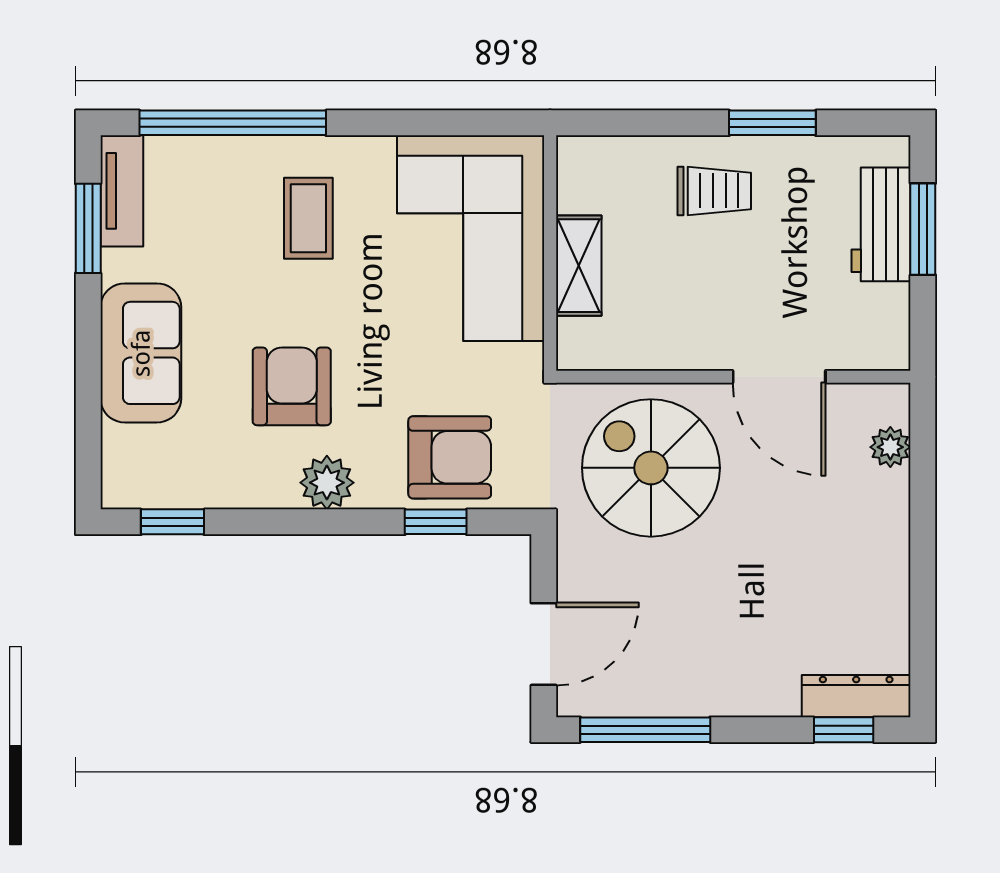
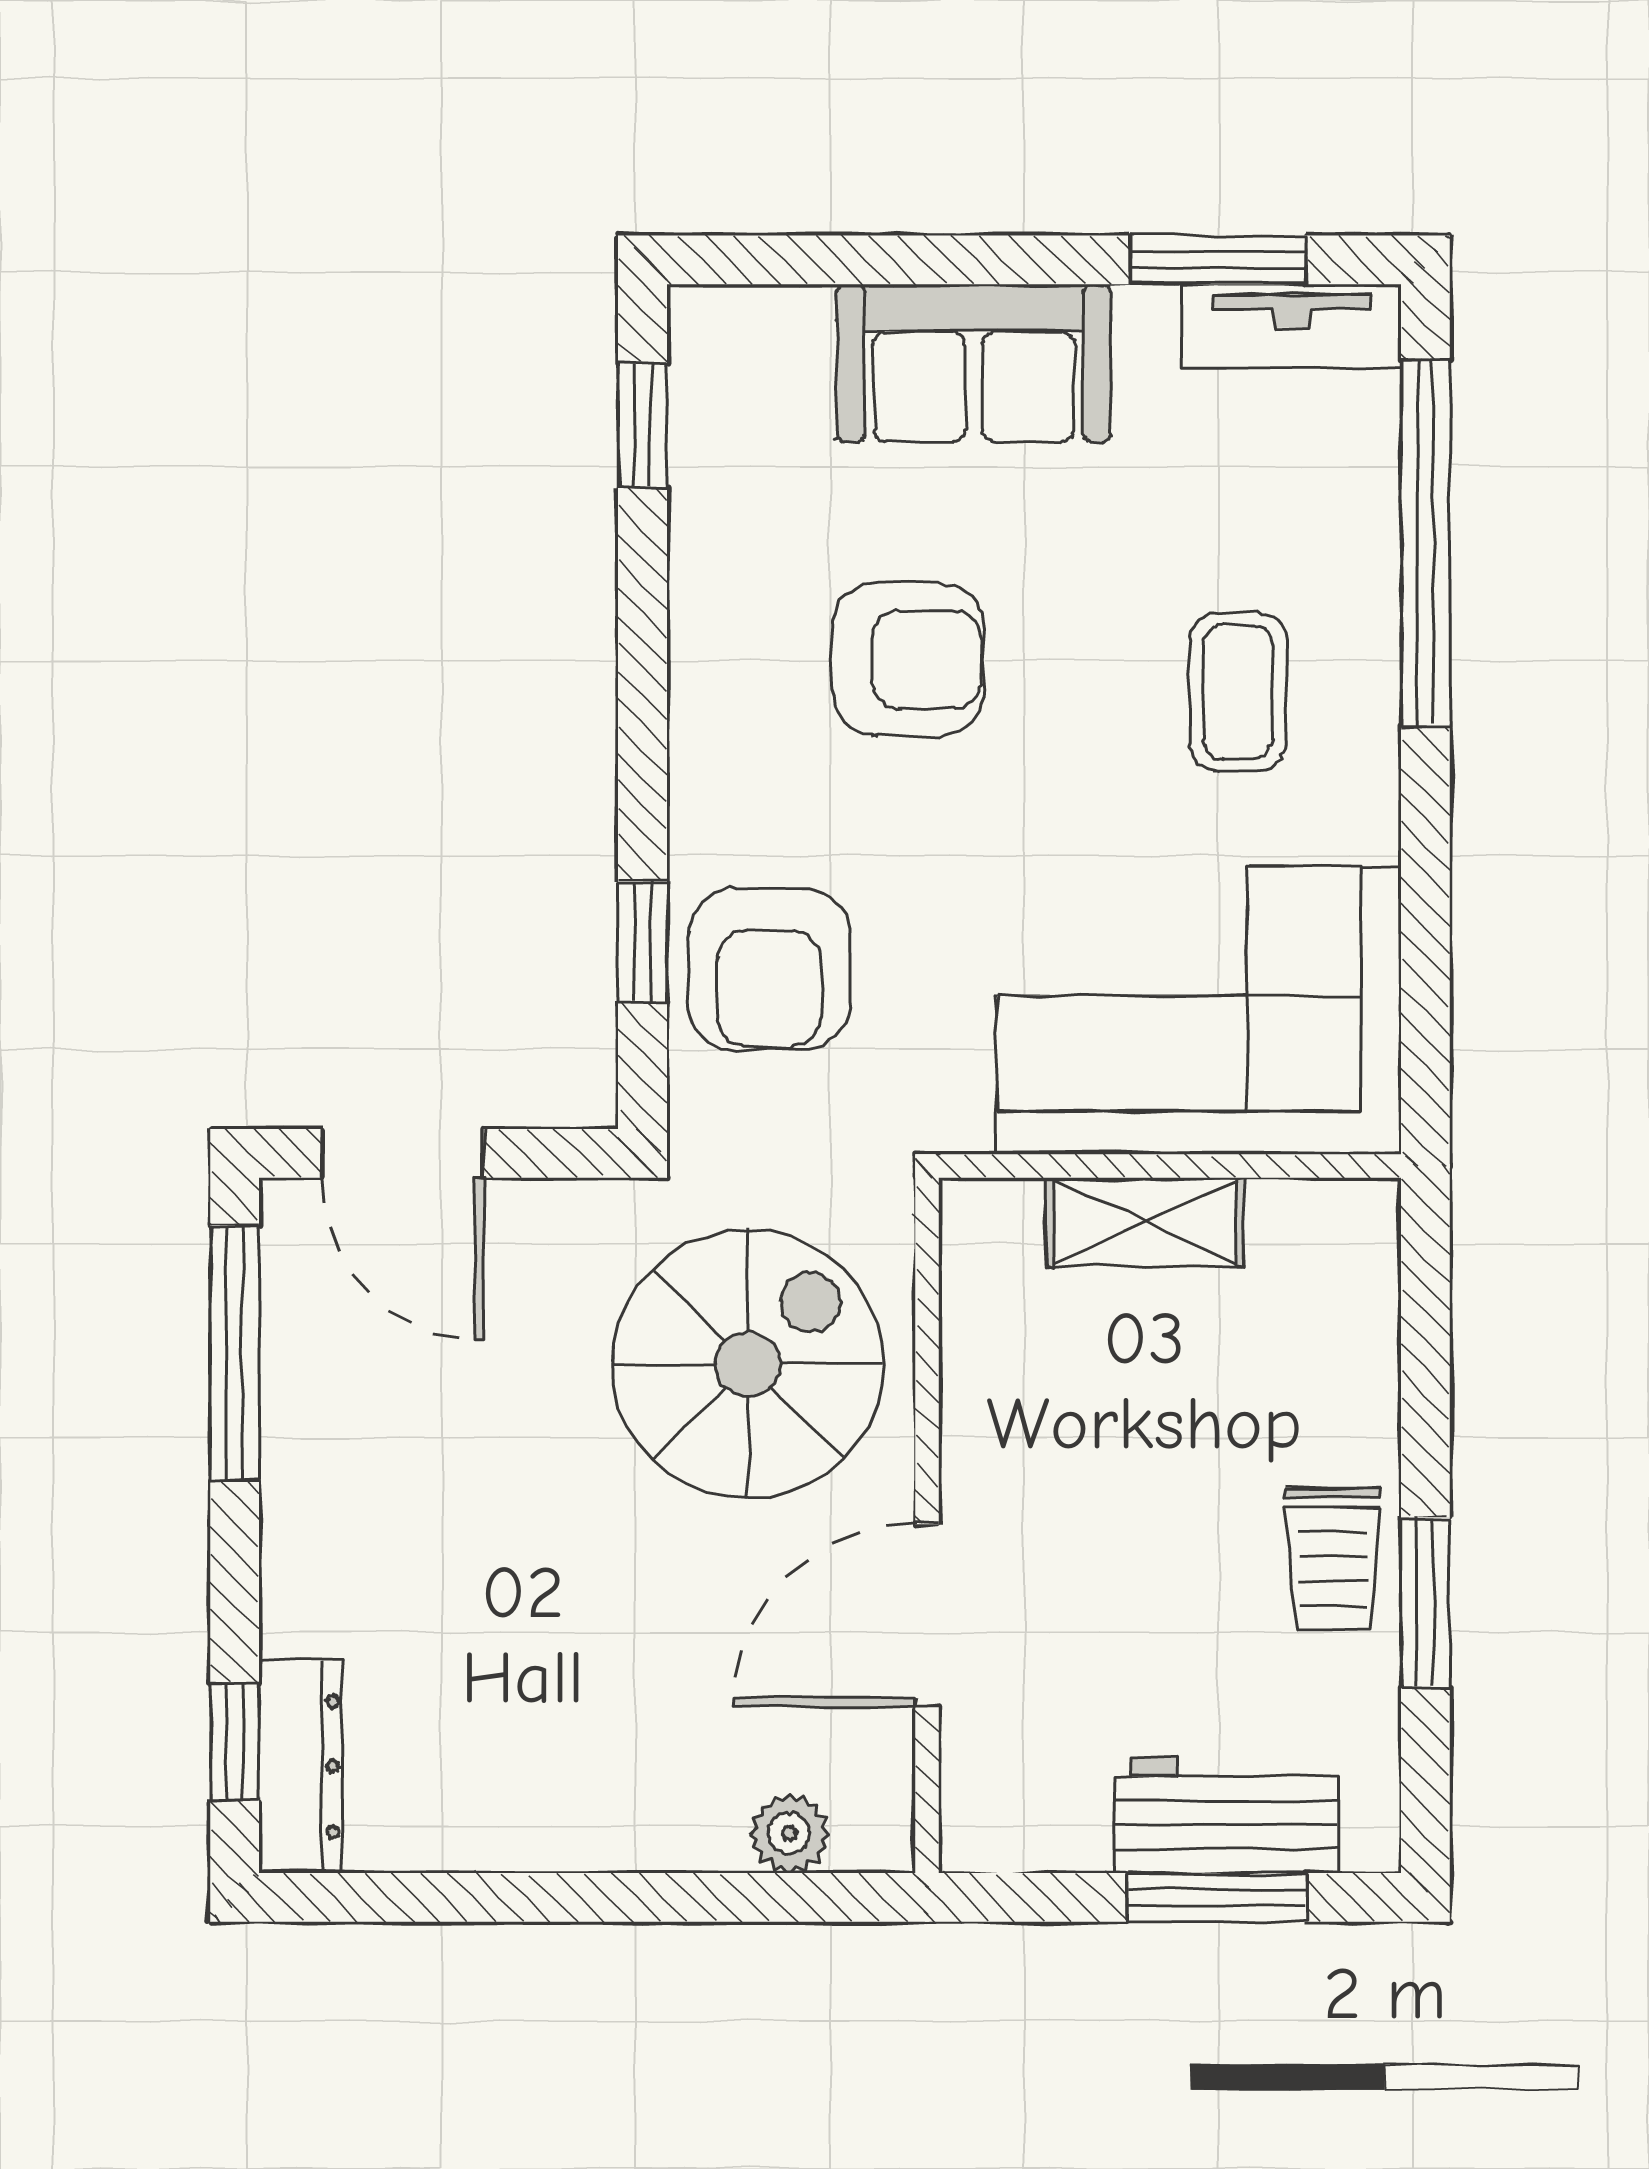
trolley: (714, 191) -> (1333, 1559), moved
coffee table: (308, 218) -> (1238, 692), turned 90
plant: (327, 483) -> (719, 728), removed

